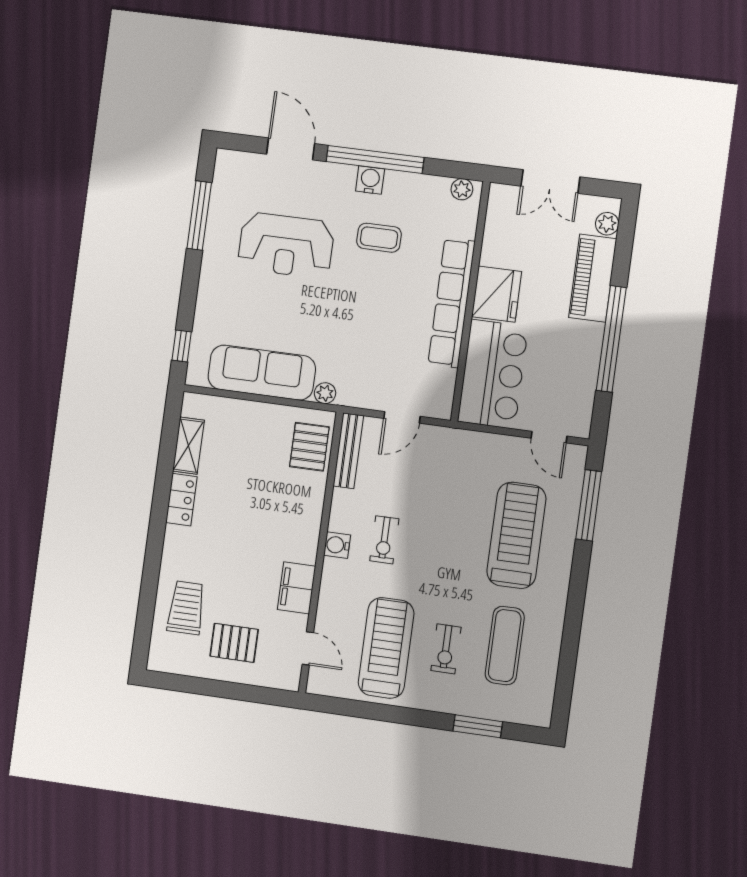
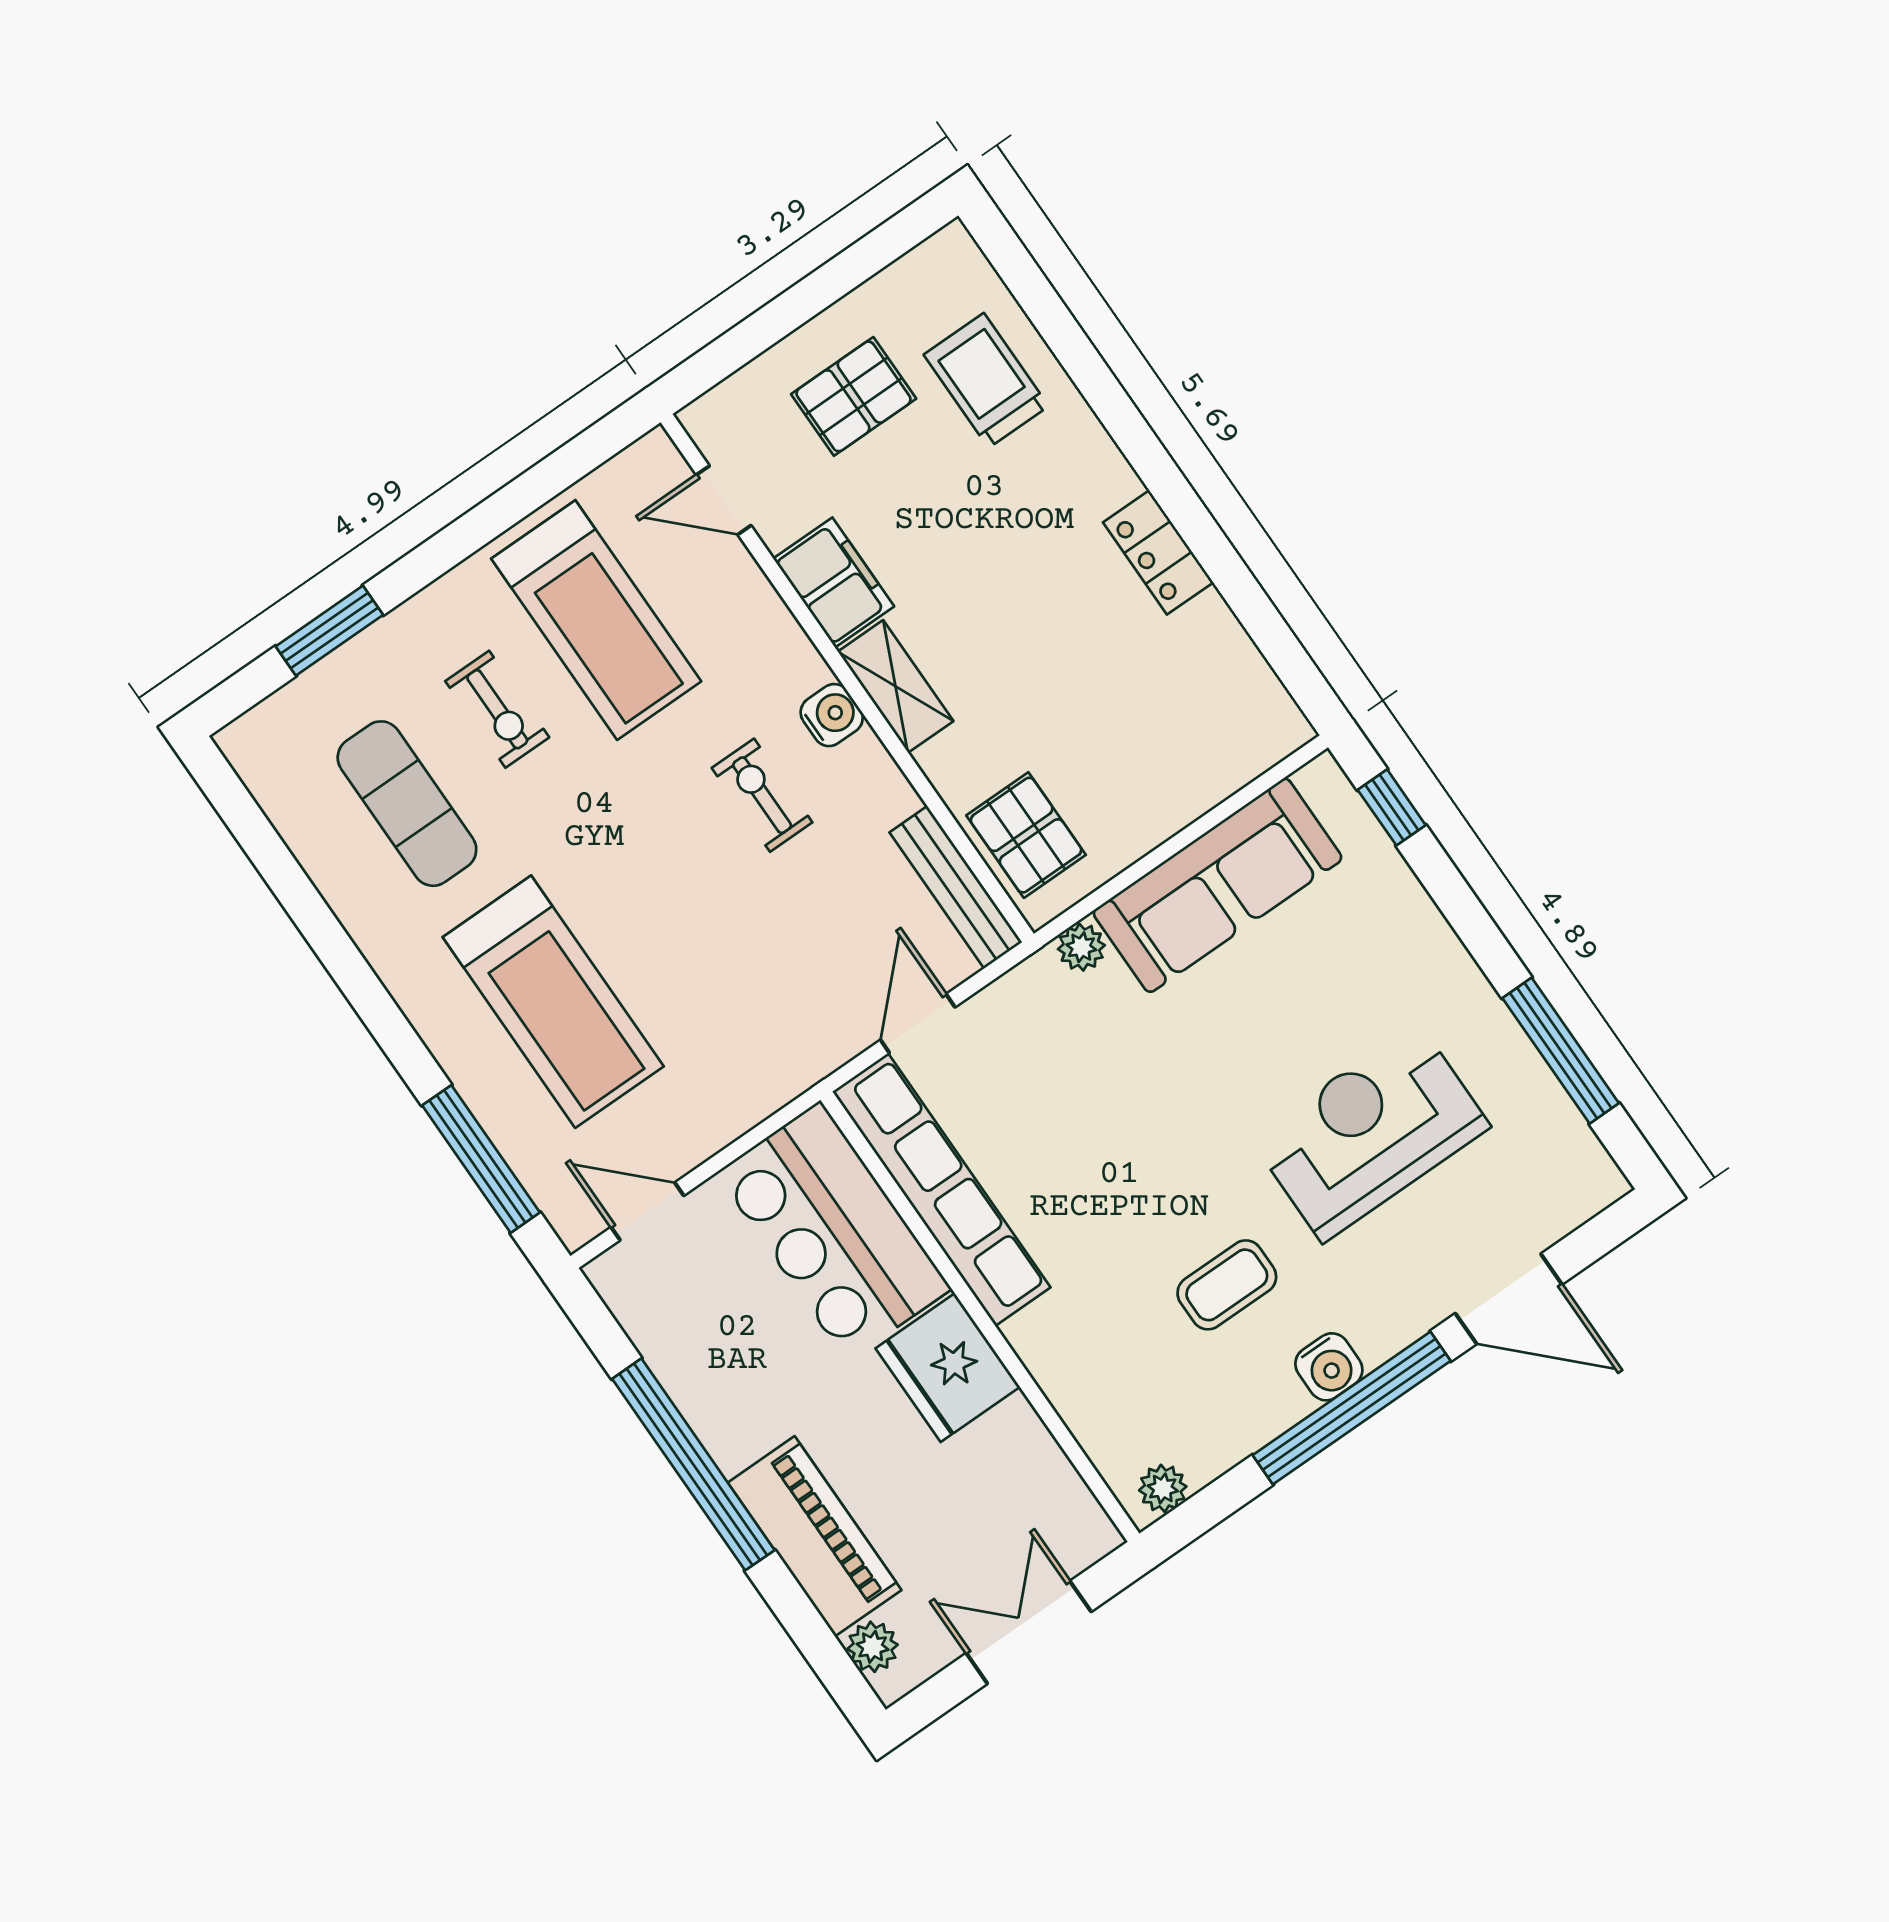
row of seats: (452, 303) -> (941, 1190), moved
shelving: (188, 446) -> (896, 686), moved
trolley: (186, 608) -> (986, 380), turned 180
exercise bike: (446, 649) -> (497, 709), turned 180

